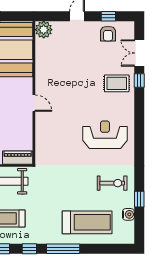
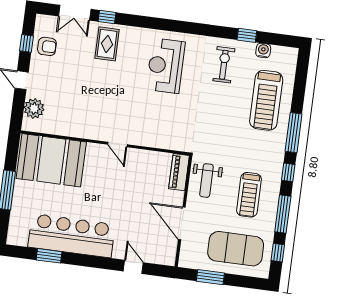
plant: (44, 30) -> (34, 108), moved
door: (34, 103) -> (117, 145), swing flipped
treadmill: (87, 222) -> (266, 100), turned 180

